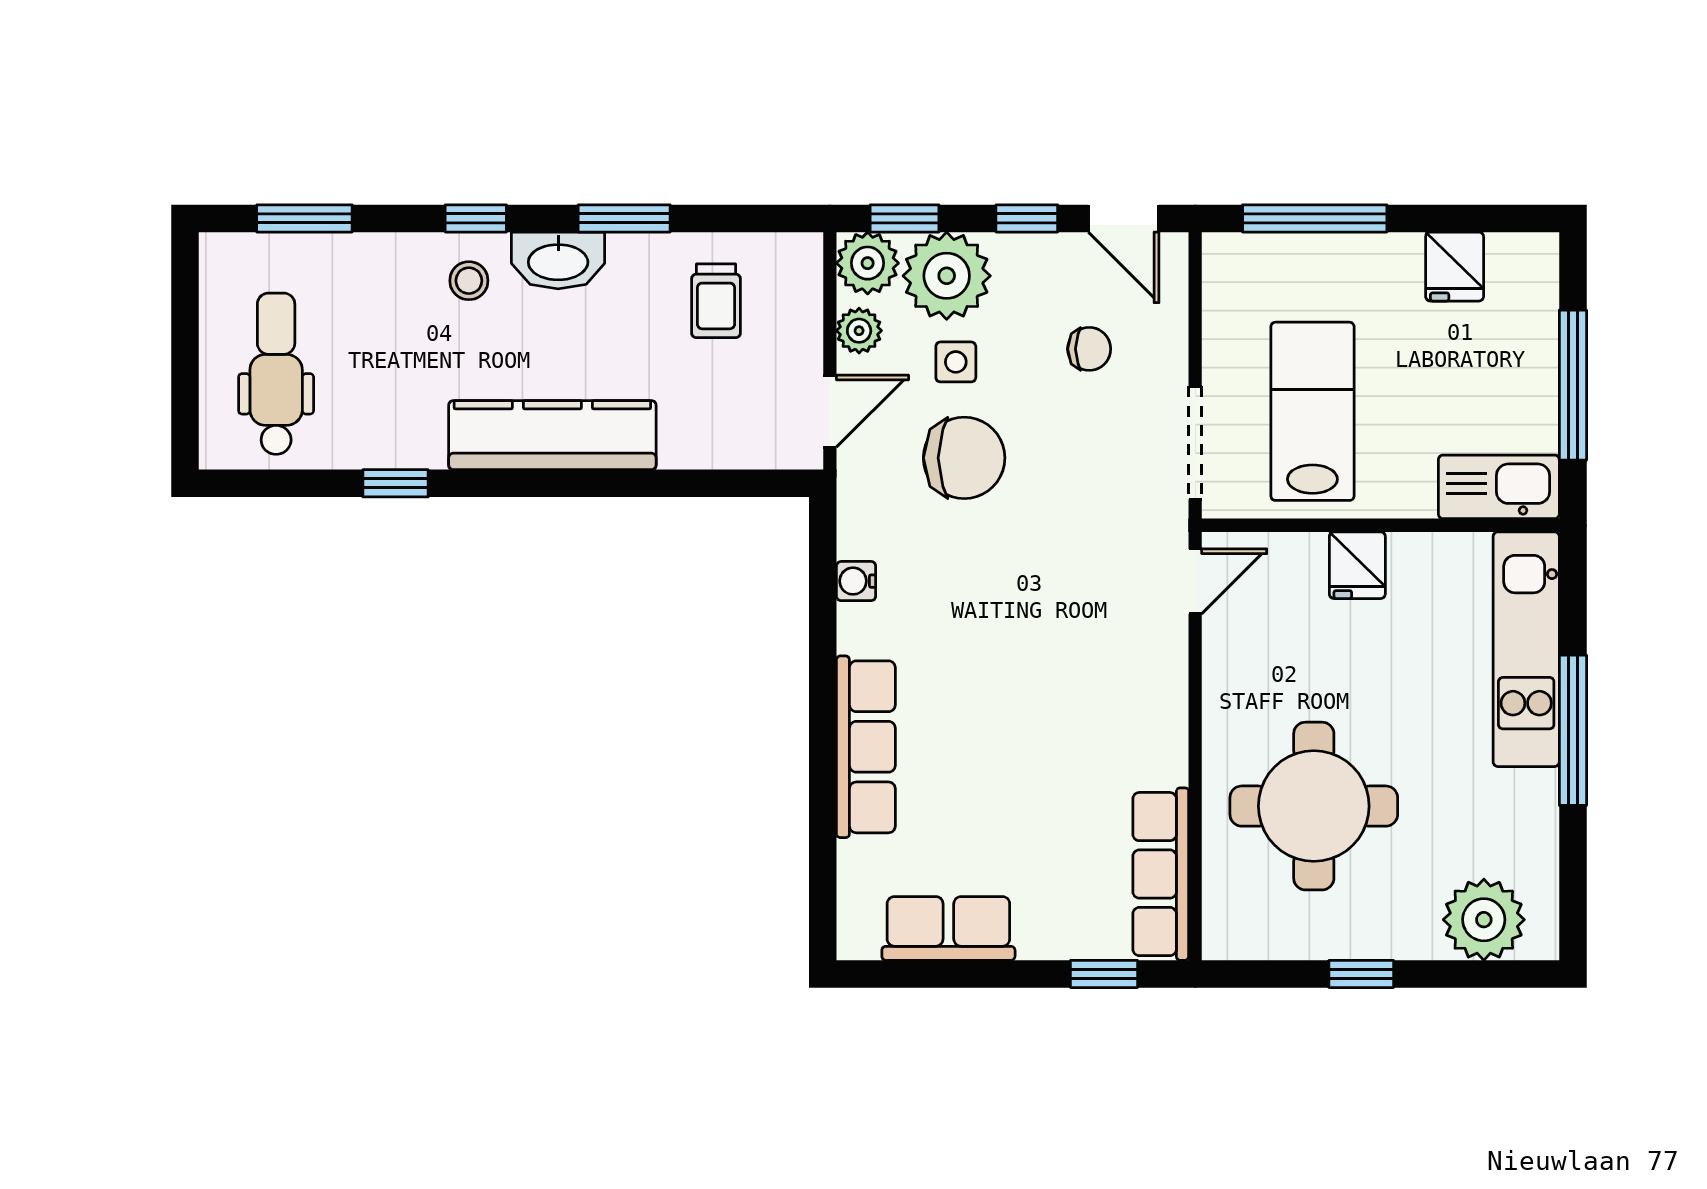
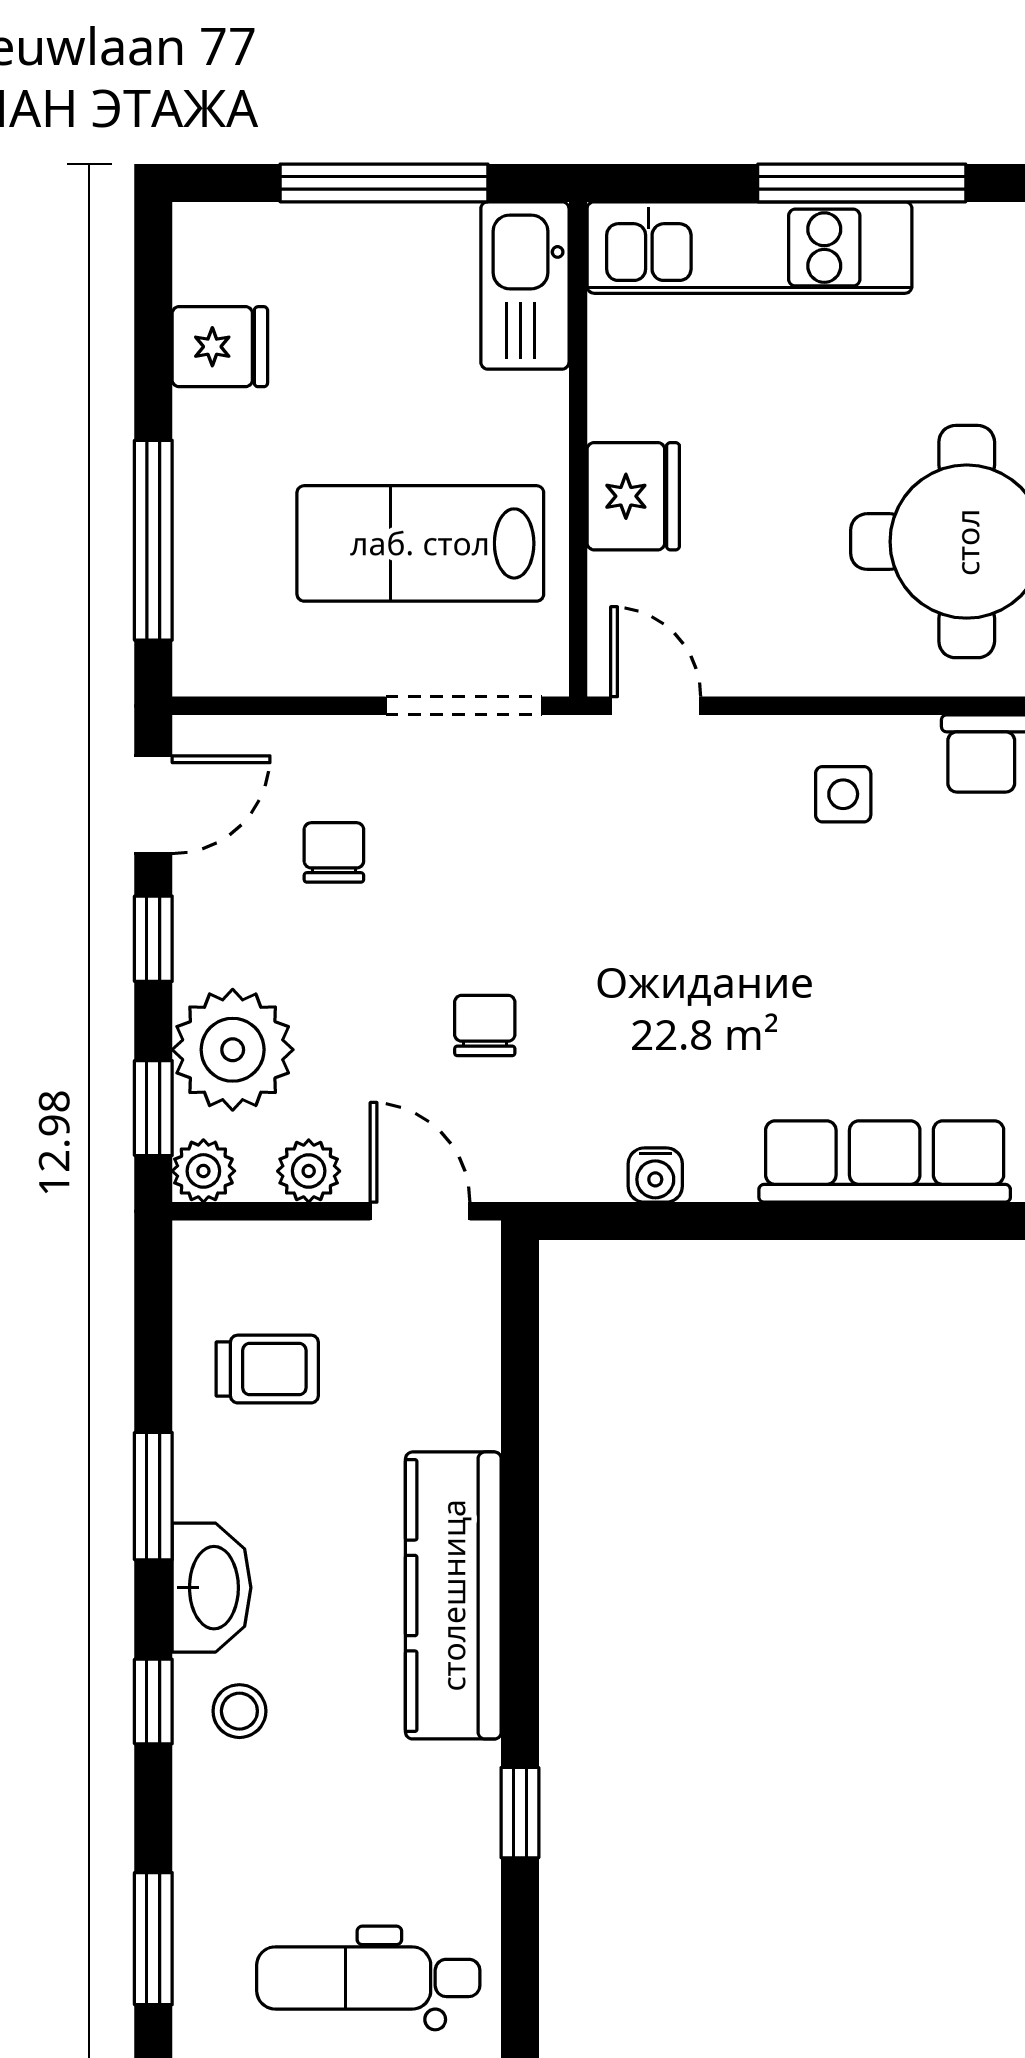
plant: (868, 263) -> (203, 1171), width x0.73, depth x0.73
side table: (956, 362) -> (843, 794), moved
chair: (964, 458) -> (485, 1026), width x0.54, depth x0.54
fridge: (1357, 565) -> (633, 496), width x1.38

